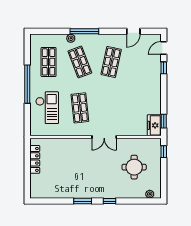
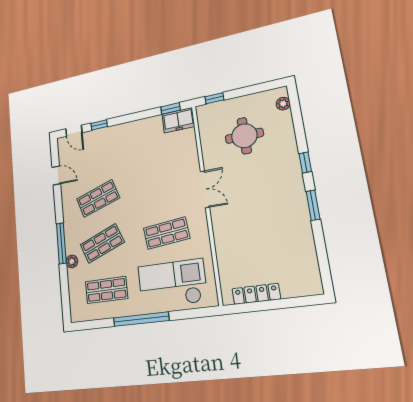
shop shelf: (111, 62) -> (98, 198), turned -30
checkout: (47, 108) -> (172, 284), width x1.36, depth x1.21

